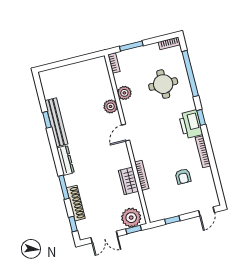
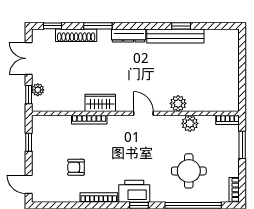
wardrobe: (129, 181) -> (100, 103), moved
plant: (131, 218) -> (38, 90), width x0.53, depth x0.53

